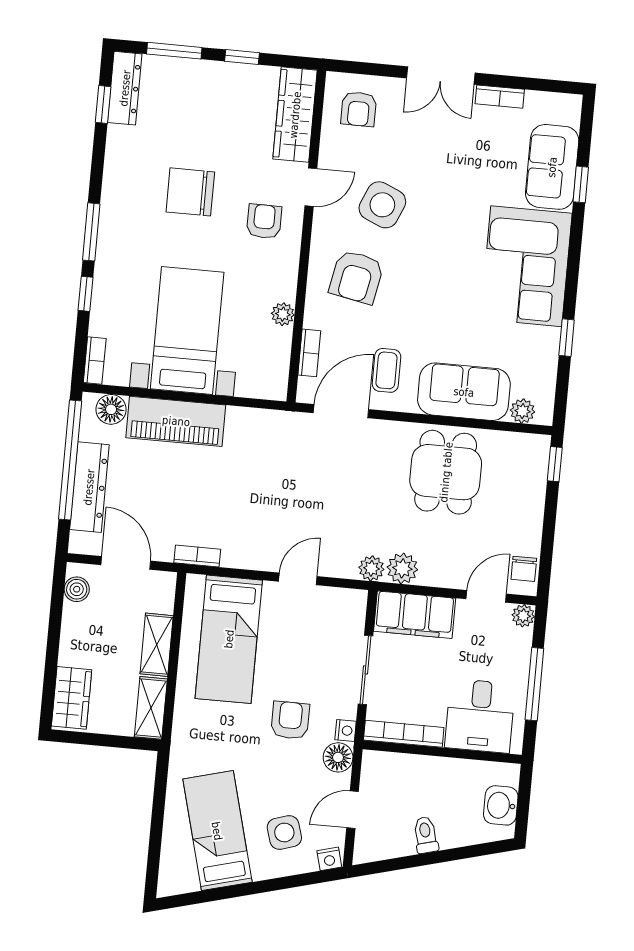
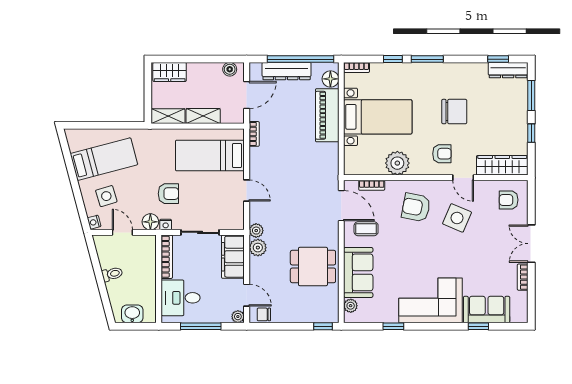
chair: (190, 192) -> (454, 112), turned 90
plant: (283, 314) -> (397, 163), width x1.88, depth x1.88

